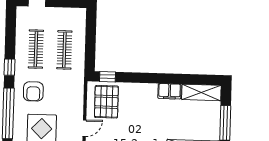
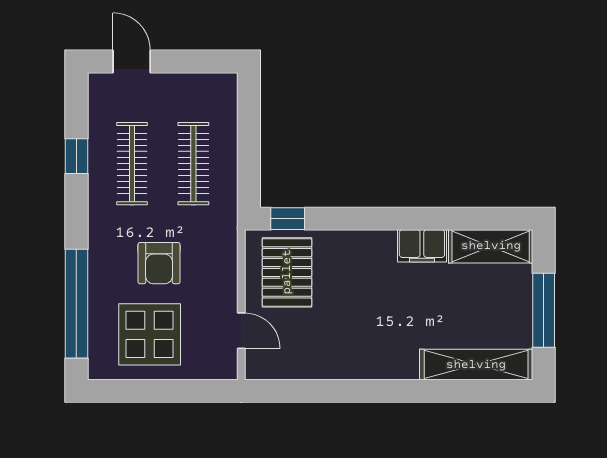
window: (9, 67) -> (76, 156), moved
armchair: (33, 91) -> (159, 263), moved
door: (84, 128) -> (241, 331), hinge flipped

